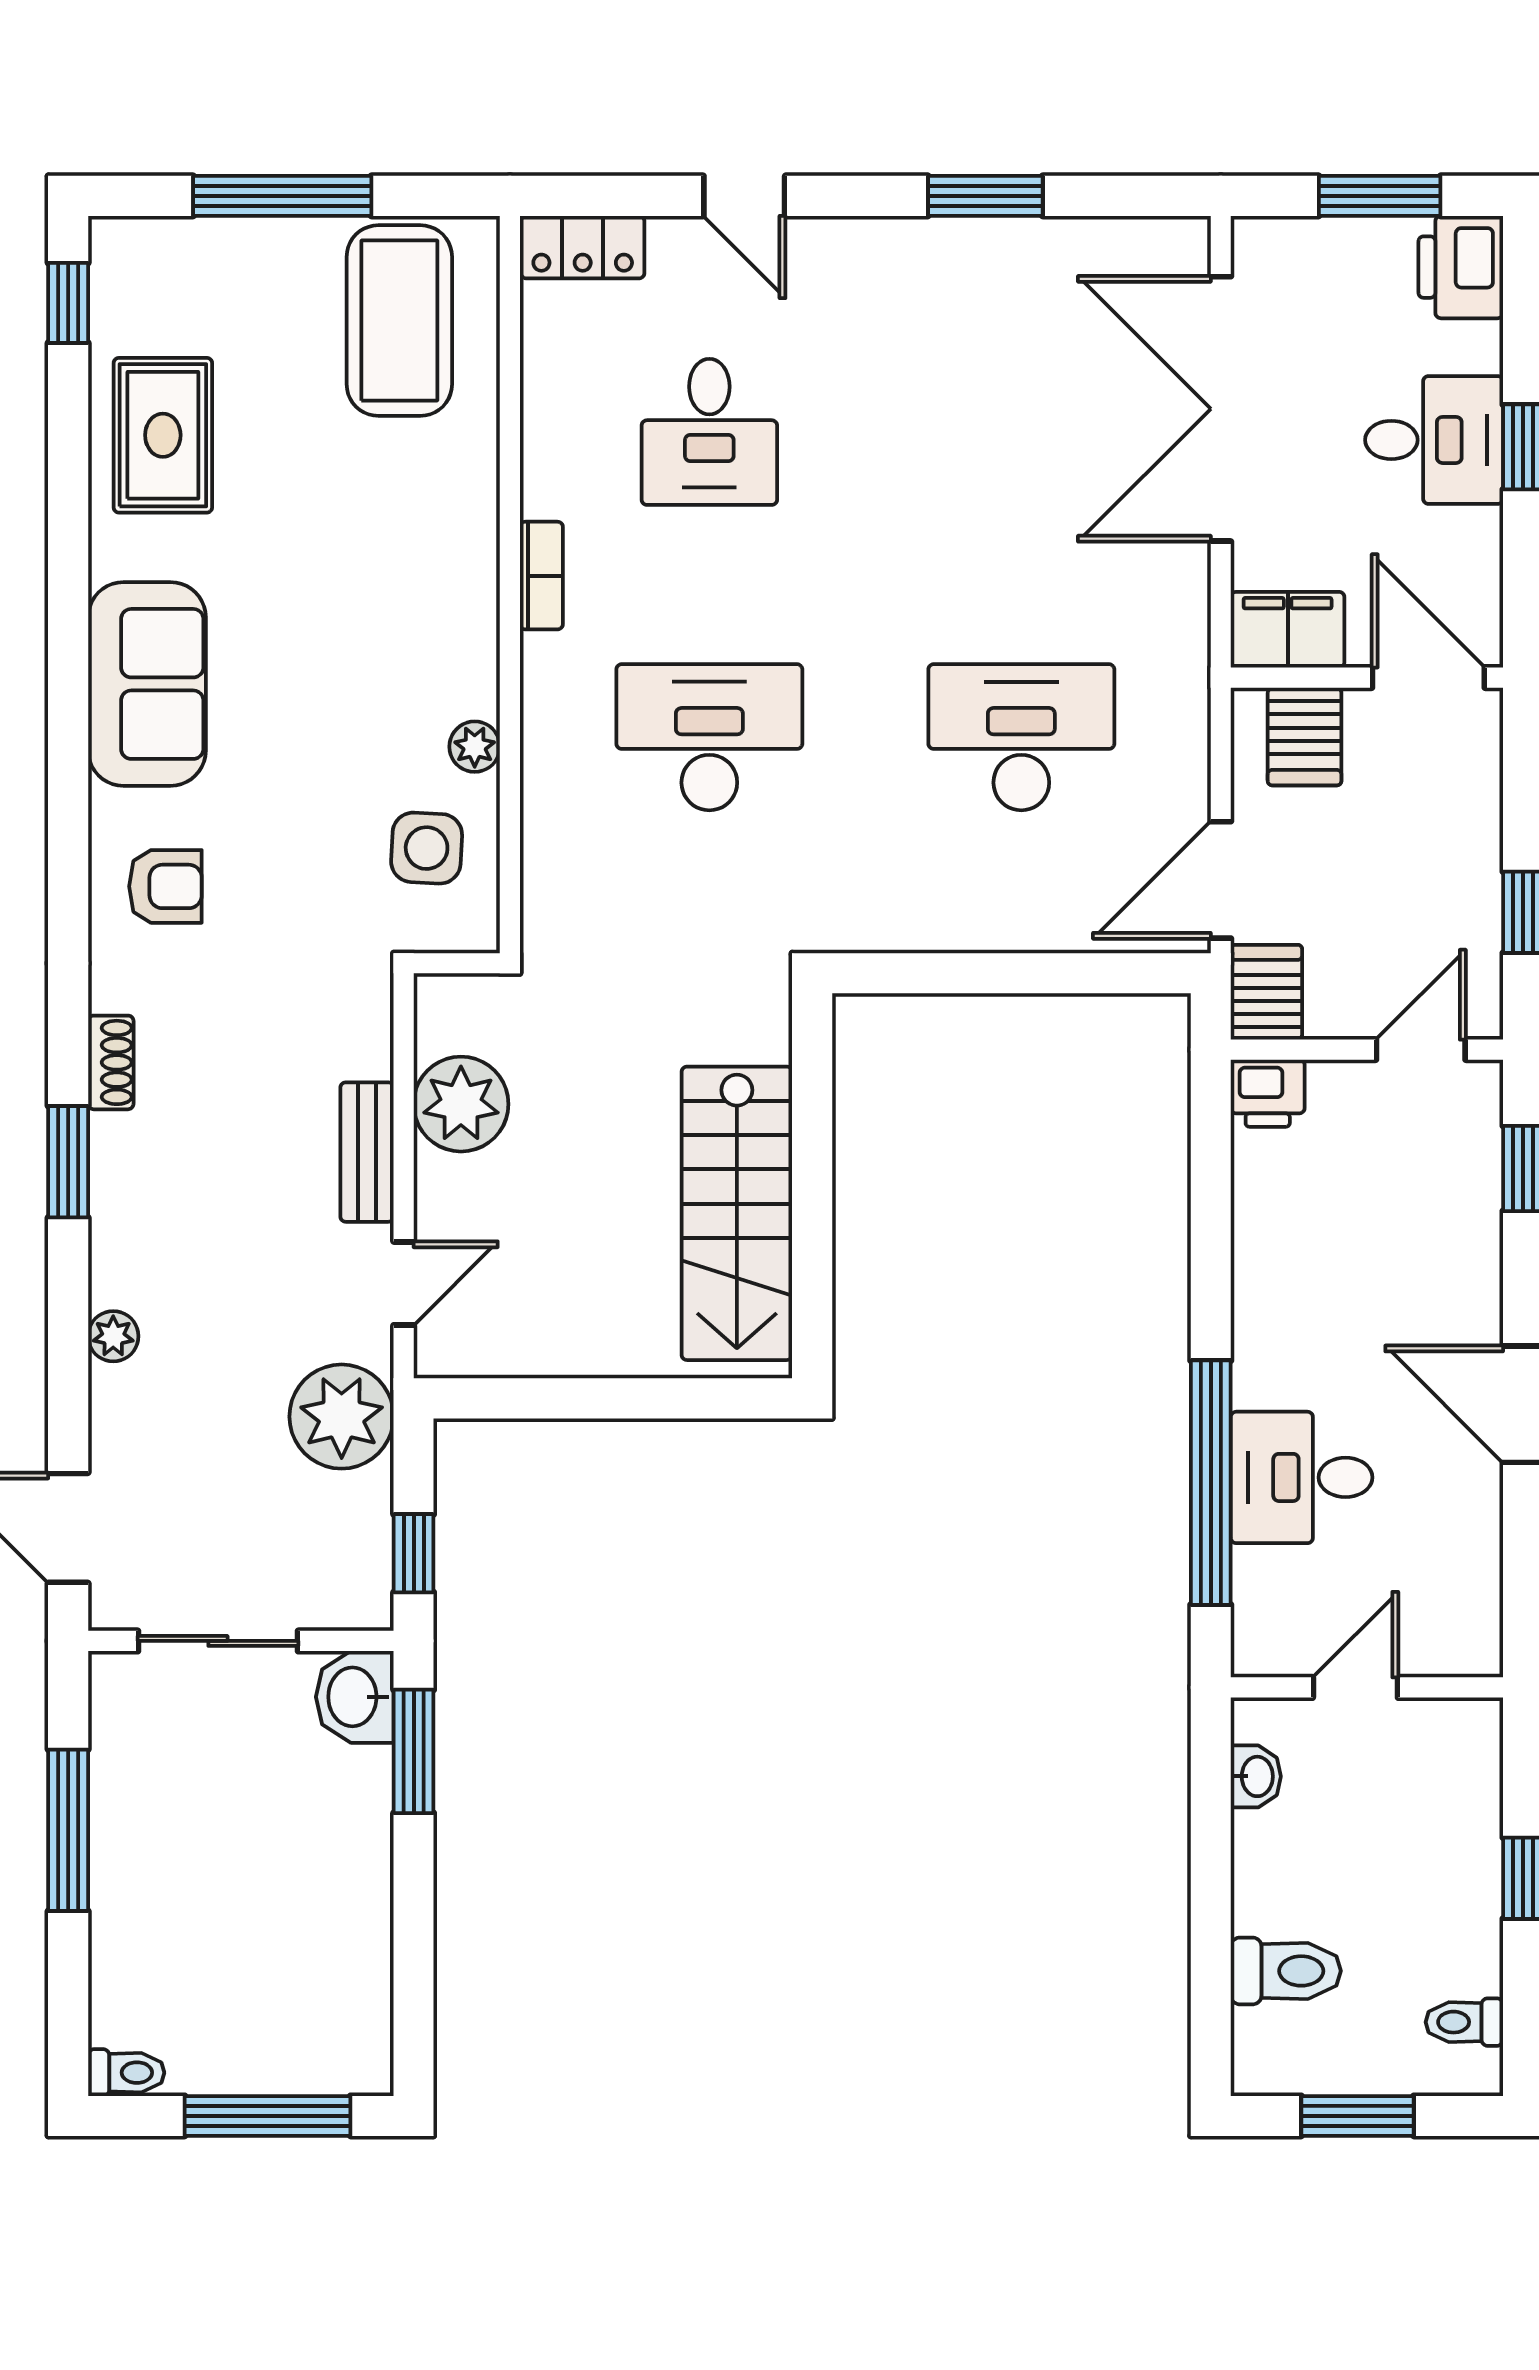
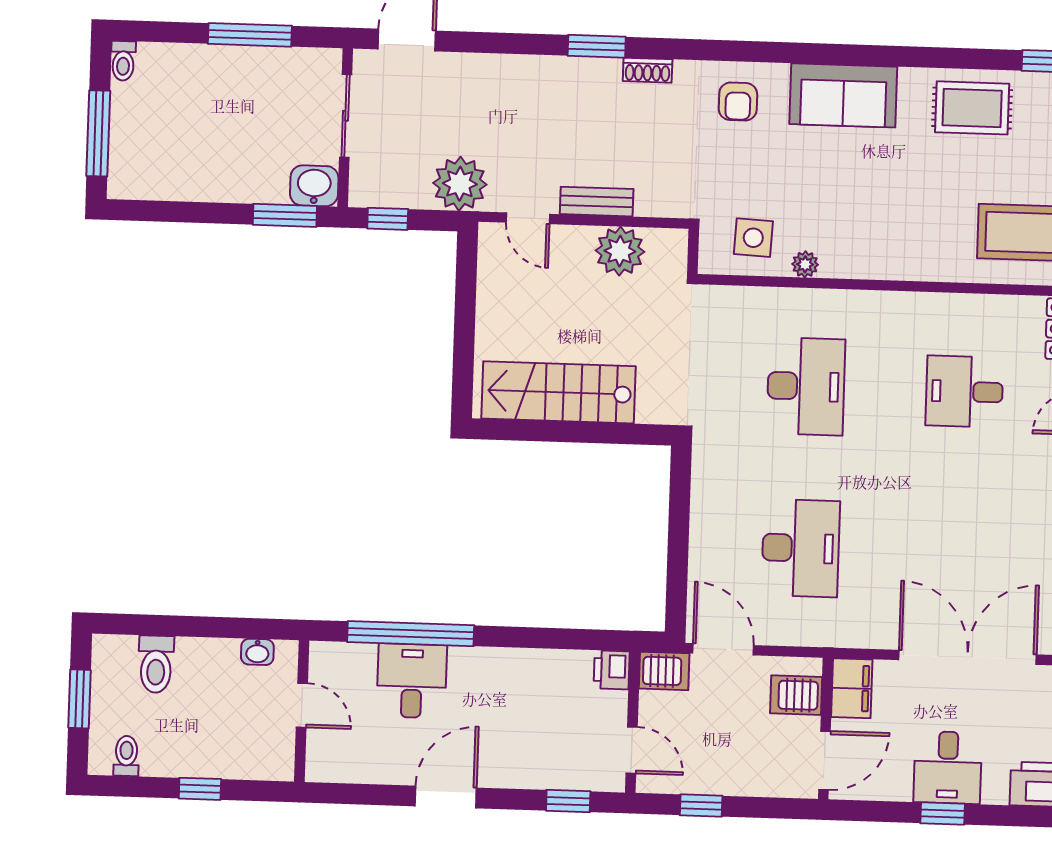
bookcase: (541, 576) -> (893, 302), removed
plant: (113, 1336) -> (505, 67), removed

